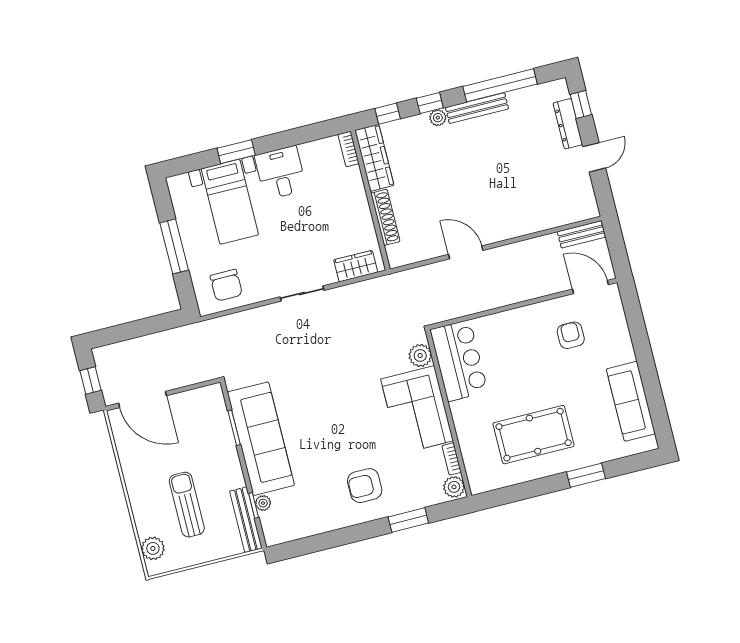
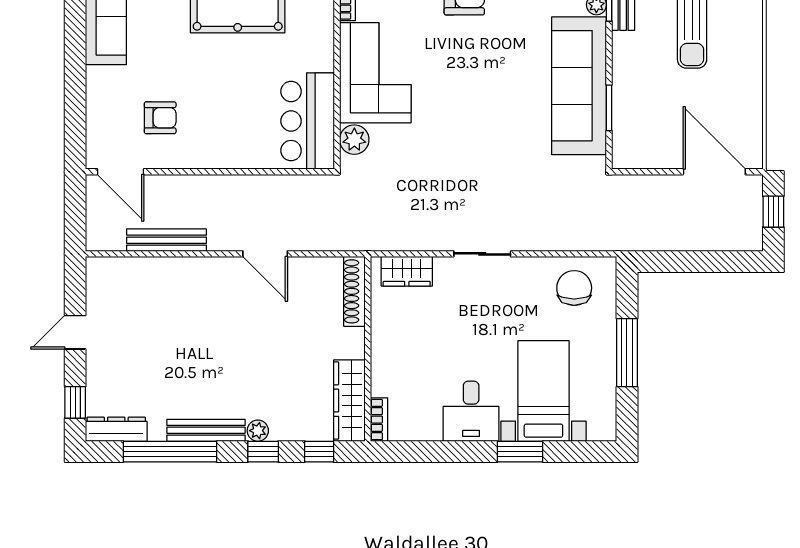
dresser: (568, 124) -> (116, 429), moved, turned -90
shoe rack: (385, 217) -> (354, 291), moved
bench: (581, 234) -> (167, 240), moved, width x1.36
armchair: (571, 335) -> (160, 118), turned -90

